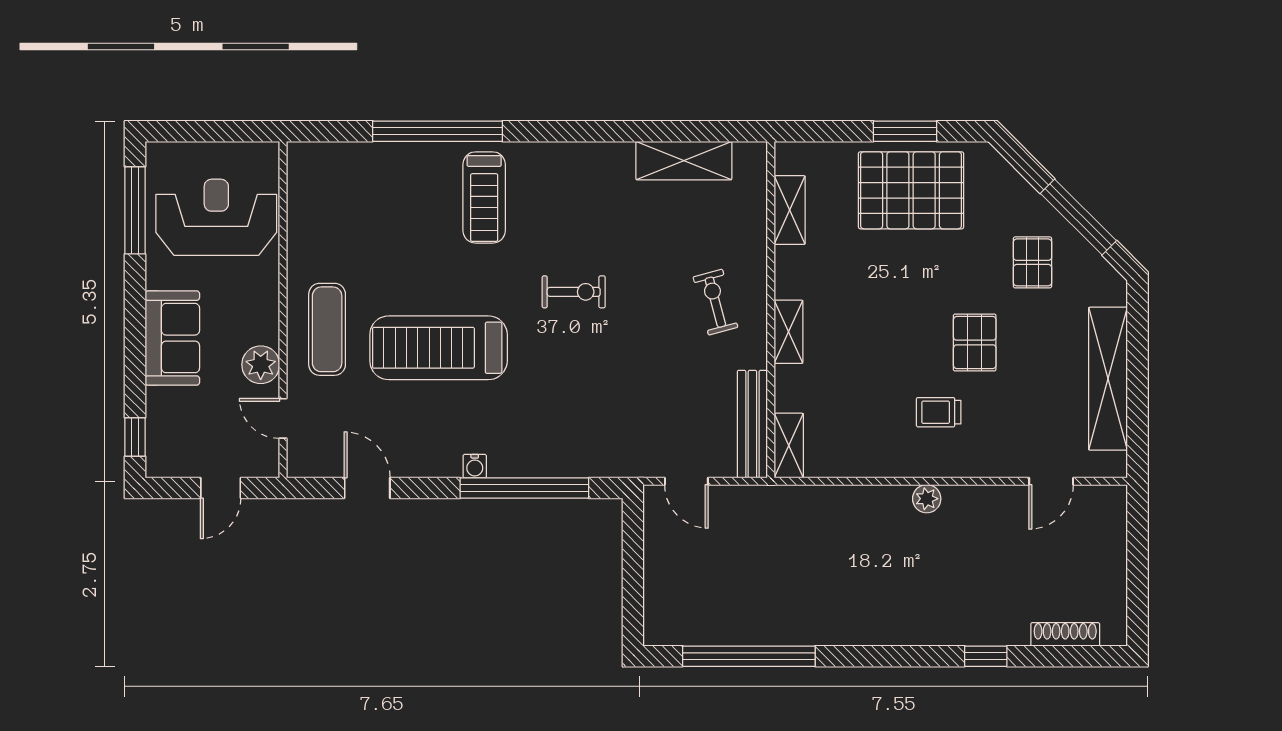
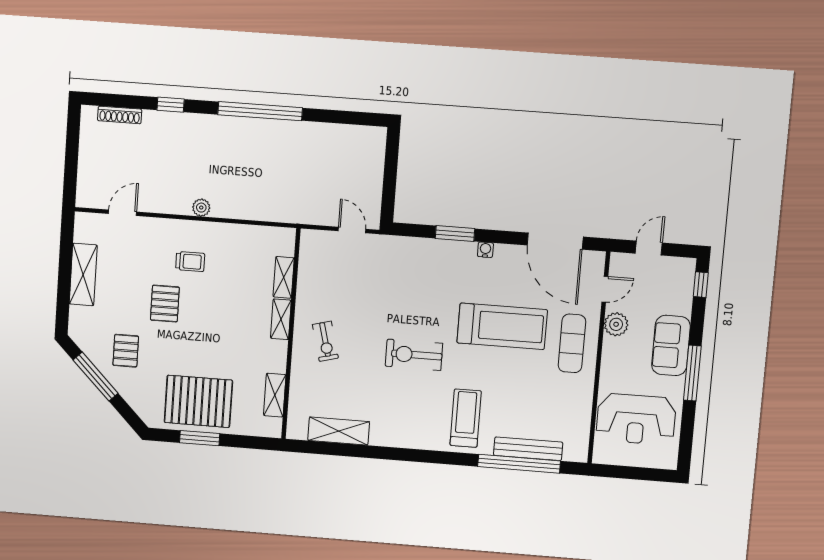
window: (438, 131) -> (519, 464), moved
window: (135, 210) -> (692, 373), moved
exercise bike: (574, 292) -> (414, 355), width x1.38, depth x1.39
shelving: (1108, 379) -> (83, 275), width x0.68
door: (283, 418) -> (605, 289), hinge flipped
bench: (752, 424) -> (528, 449), moved, turned 90
shelving: (789, 446) -> (284, 277), moved
door: (367, 488) -> (555, 241), width x1.88
window: (524, 488) -> (455, 234), width x0.47
window: (749, 656) -> (260, 111), moved

